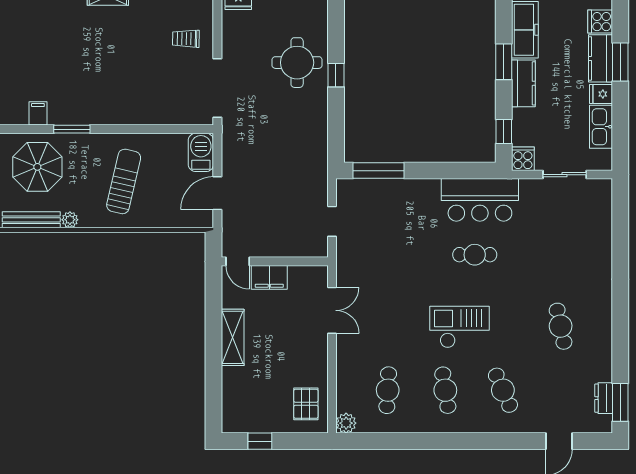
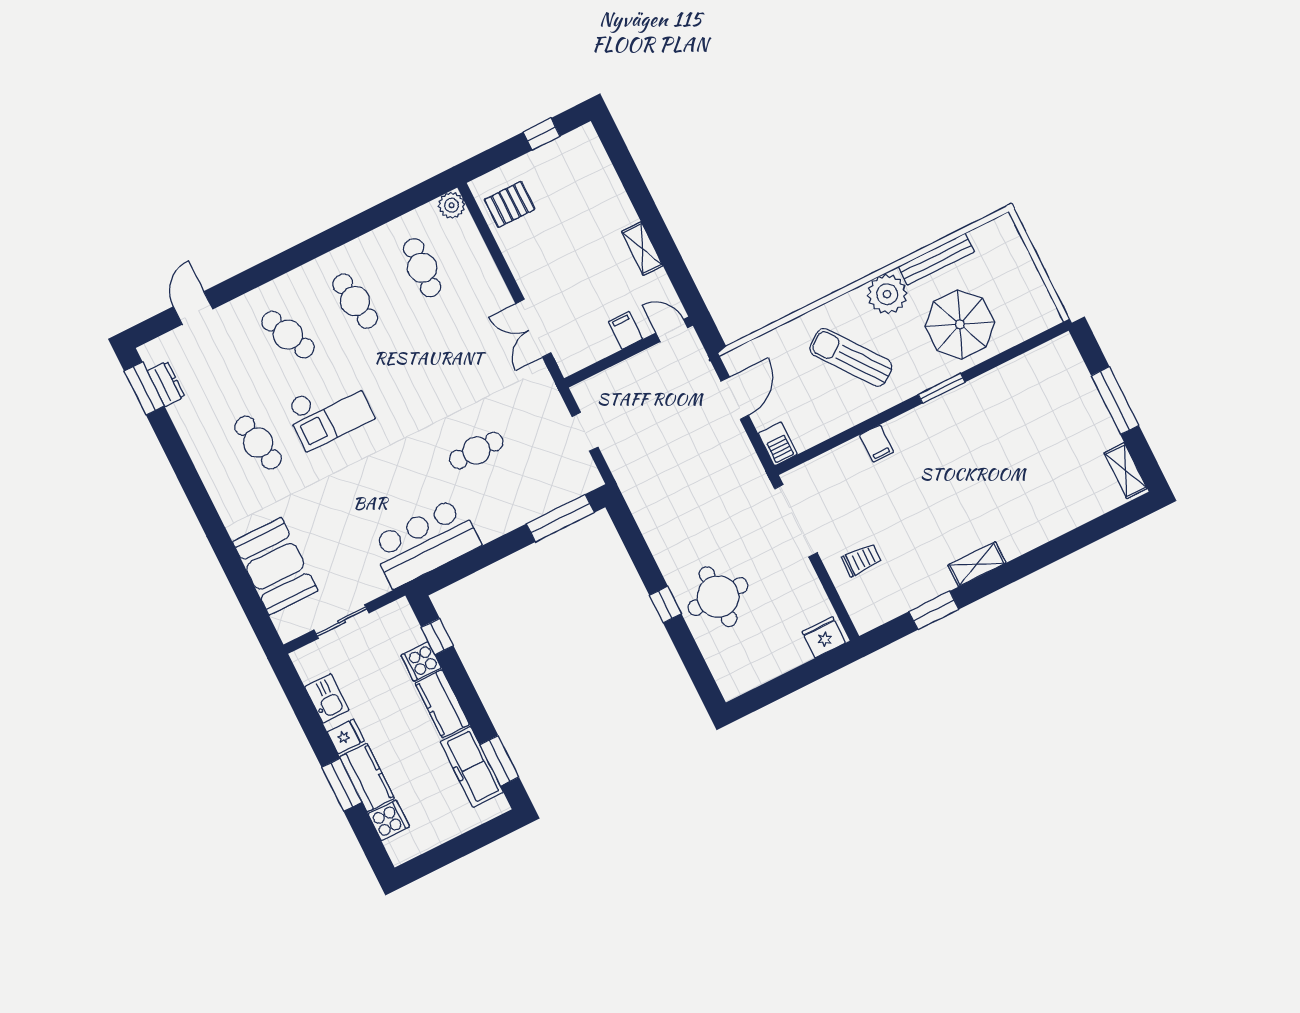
window: (504, 62) -> (499, 761), moved
filing cabinet: (38, 113) -> (877, 444), moved
kitchen sink: (601, 127) -> (327, 698), width x0.73
barbecue: (201, 152) -> (778, 444), width x0.73, depth x0.79
cooker: (523, 159) -> (421, 661), moved, turned 90
sun lounger: (124, 181) -> (851, 357), turned 130
plant: (70, 220) -> (887, 294), width x1.88, depth x1.88
booth: (591, 235) -> (275, 566), added
cafe table: (475, 255) -> (476, 451), moved
filing cabinet: (269, 277) -> (626, 330), width x0.50
checkout: (460, 327) -> (329, 411), moved
shelving: (233, 337) -> (642, 249), width x0.67, depth x0.75
pallet: (306, 404) -> (510, 204), turned 90

